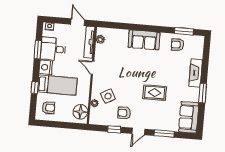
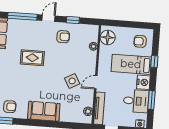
door: (93, 68) -> (96, 82), swing flipped
side table: (108, 96) -> (72, 81), moved
window: (164, 134) -> (22, 16), width x1.44

